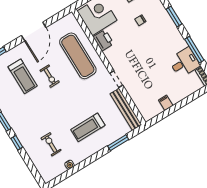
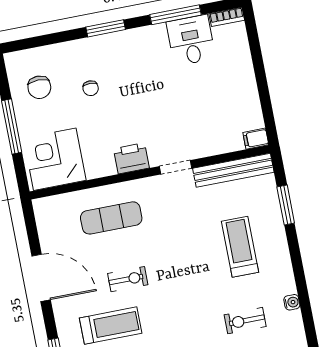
printer: (103, 40) -> (131, 158), moved
exercise mat: (78, 56) -> (111, 218), width x0.73, depth x0.69
filing cabinet: (166, 103) -> (256, 139), moved
treadmill: (88, 127) -> (240, 247), turned 180

